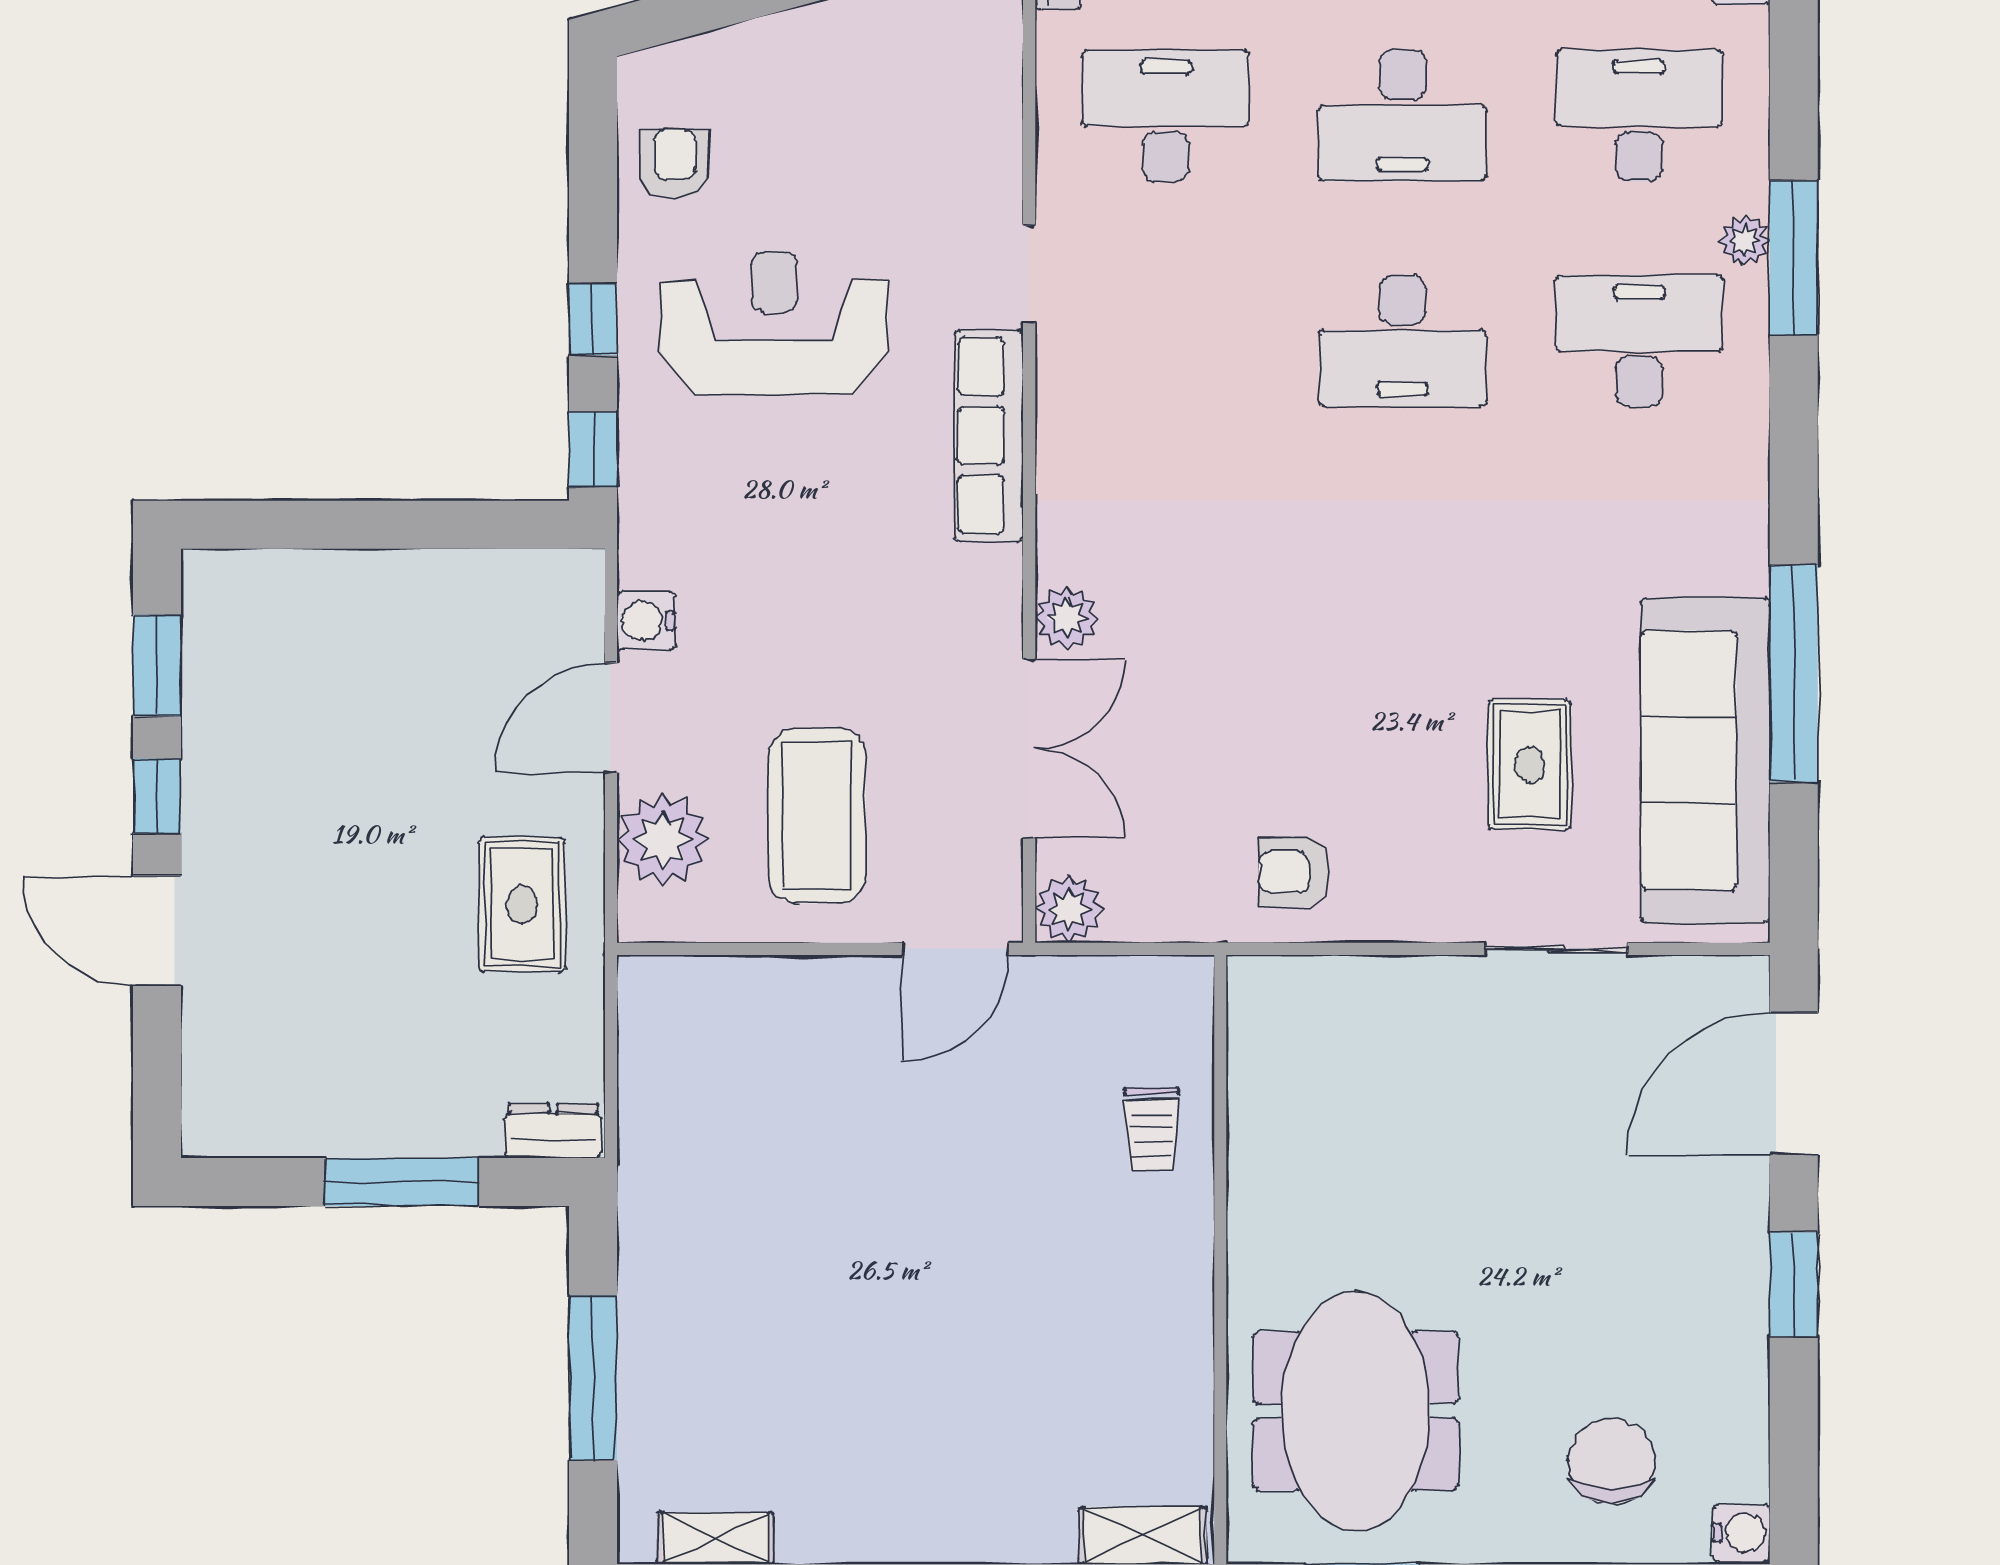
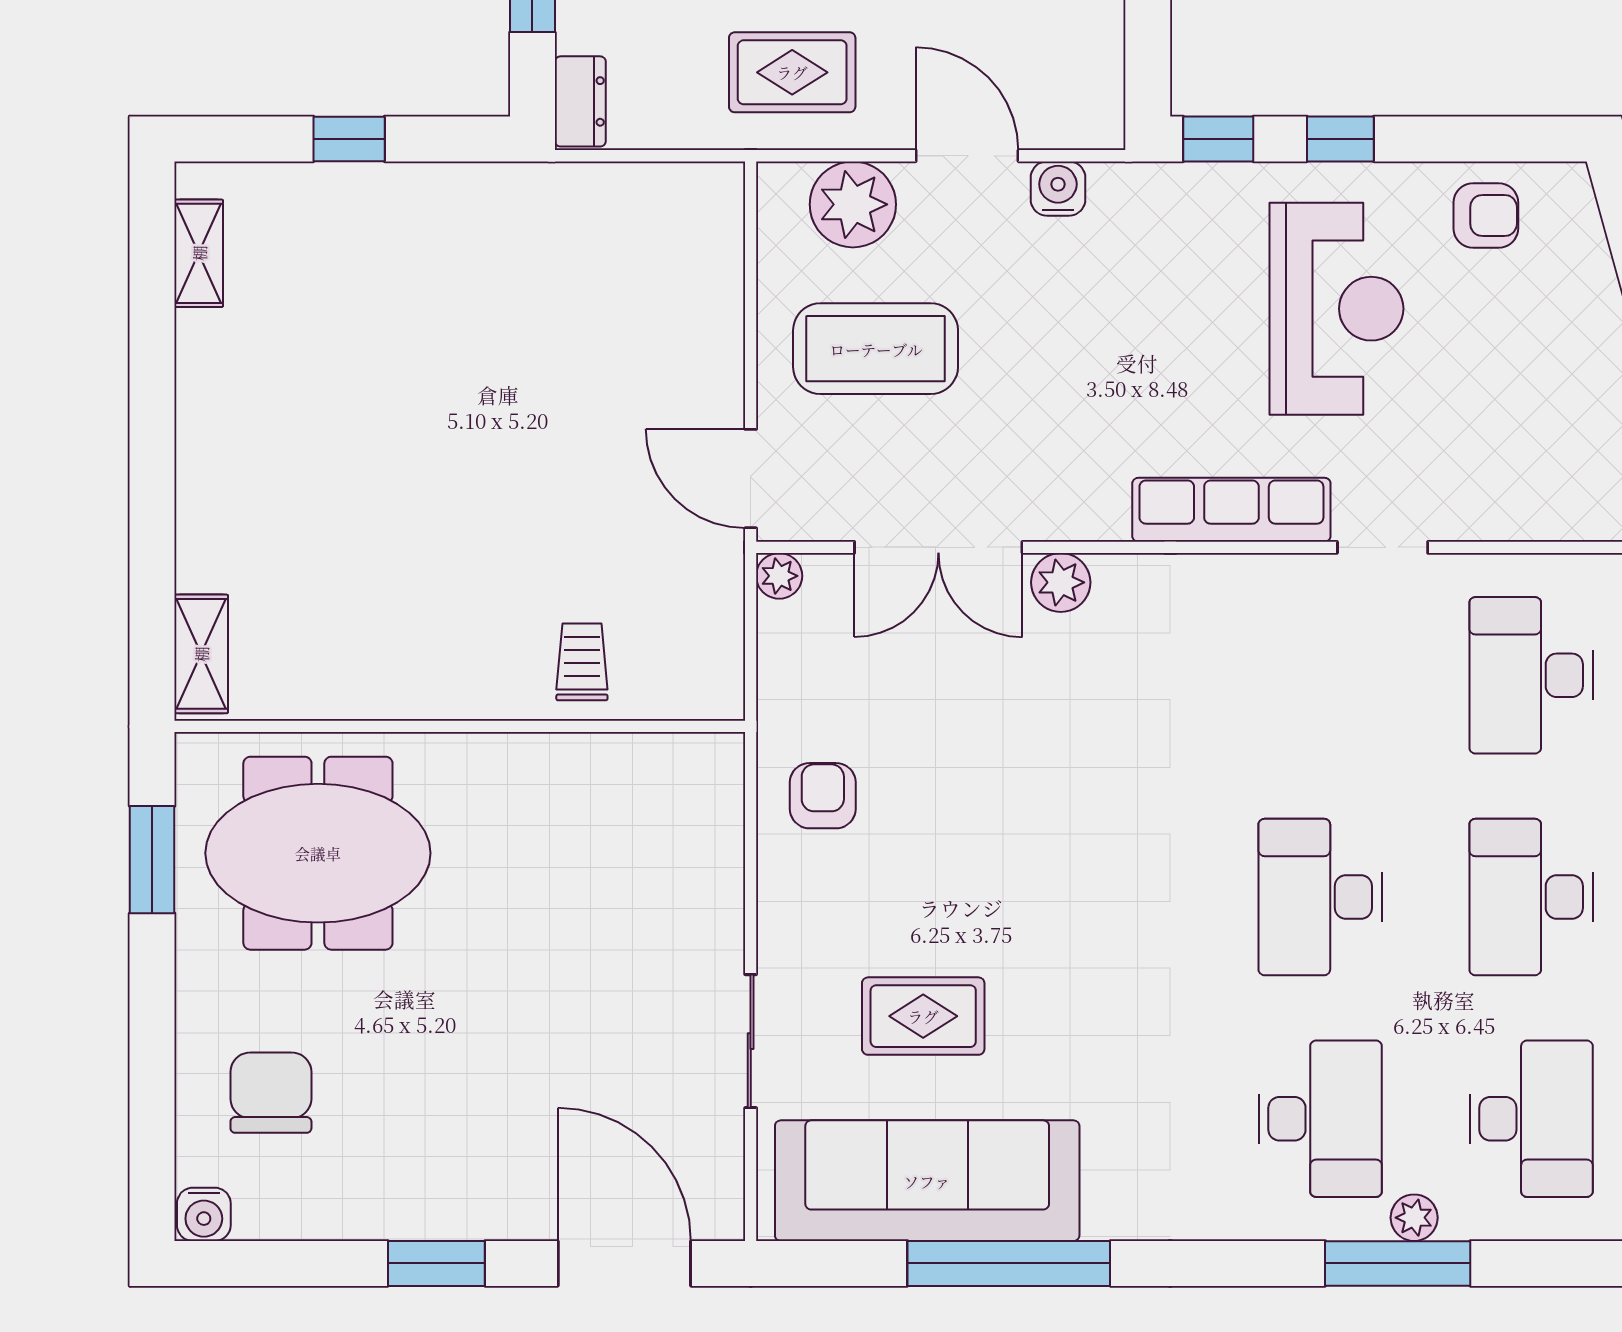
desk: (1166, 116) -> (1531, 675), turned 180
plant: (1069, 909) -> (779, 576), width x0.73, depth x0.73
trolley: (1151, 1129) -> (582, 662), turned 90
window: (593, 1378) -> (349, 139), width x0.46
chair: (1611, 1461) -> (271, 1093), turned -90

